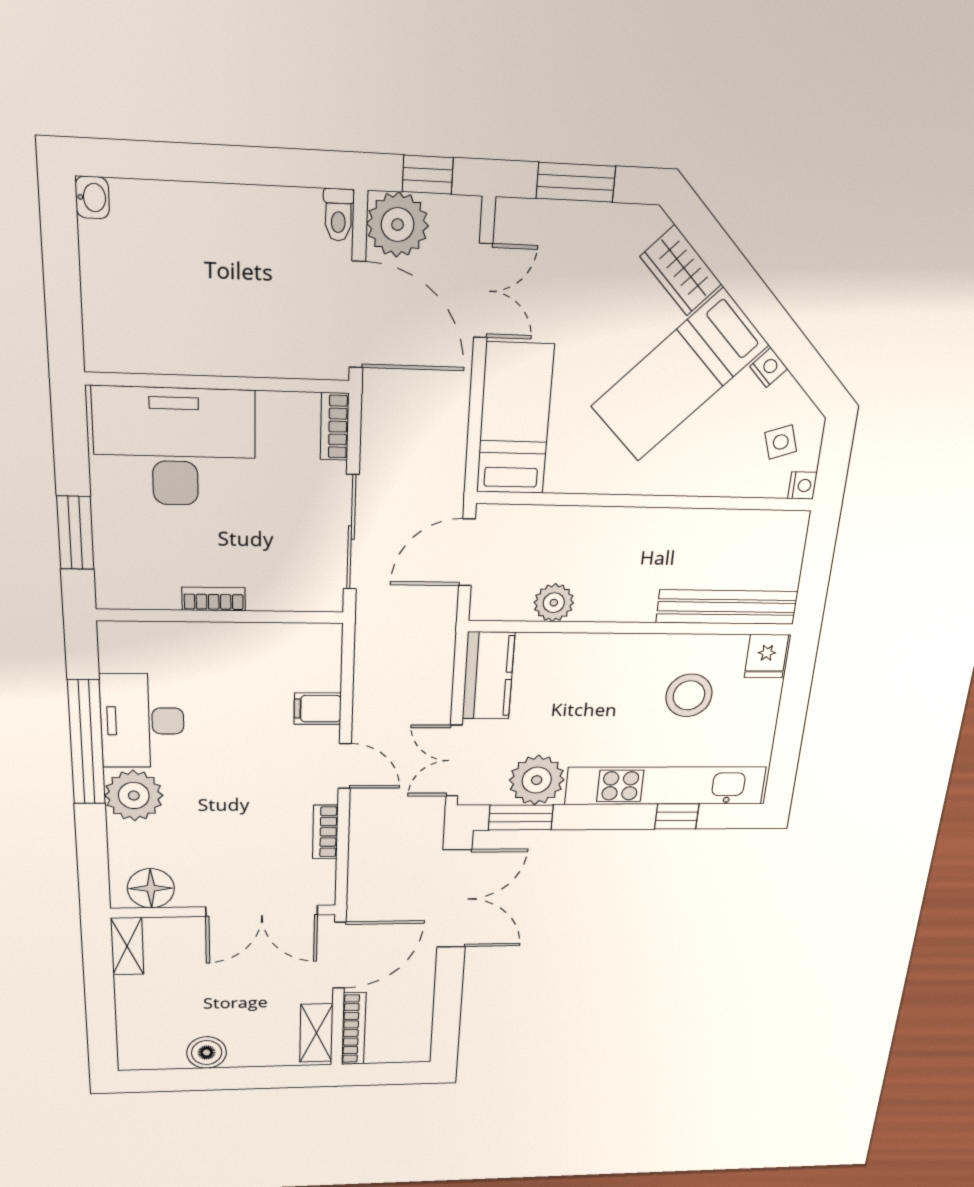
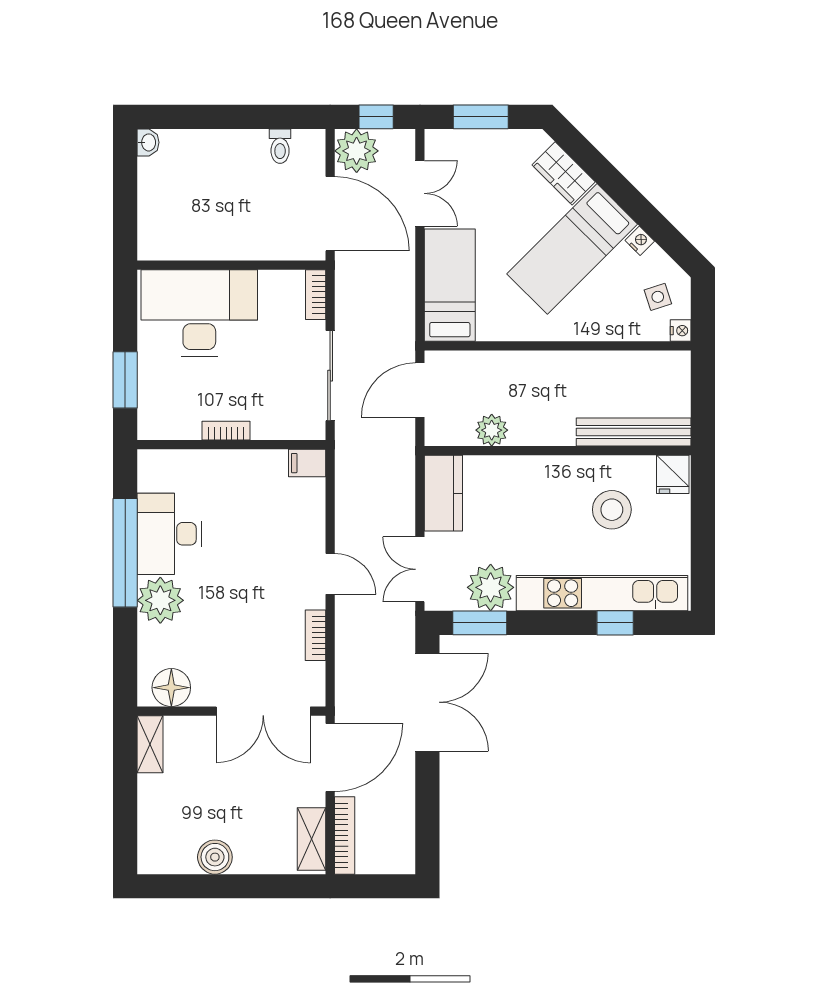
toilet: (338, 215) -> (280, 146), moved
filing cabinet: (318, 709) -> (307, 463), moved

